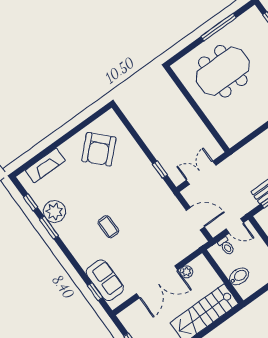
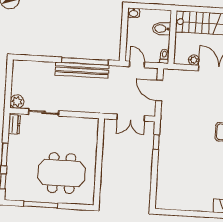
armchair: (99, 149) -> (186, 188), removed
toilet: (226, 246) -> (164, 56), moved

